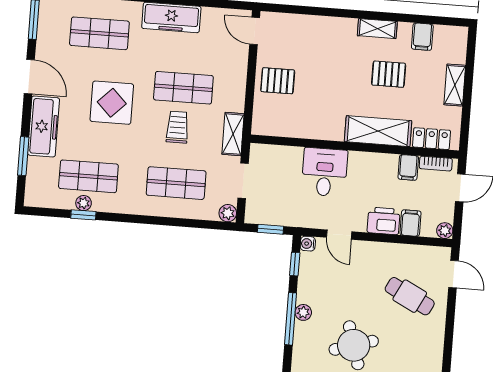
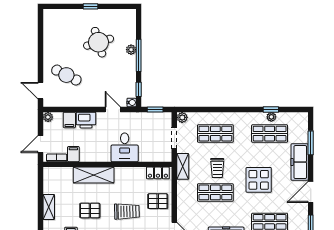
trolley: (329, 68) -> (127, 211), added
door: (29, 77) -> (311, 192), hinge flipped
locker: (431, 139) -> (158, 173), moved
plant: (303, 312) -> (131, 50), moved

